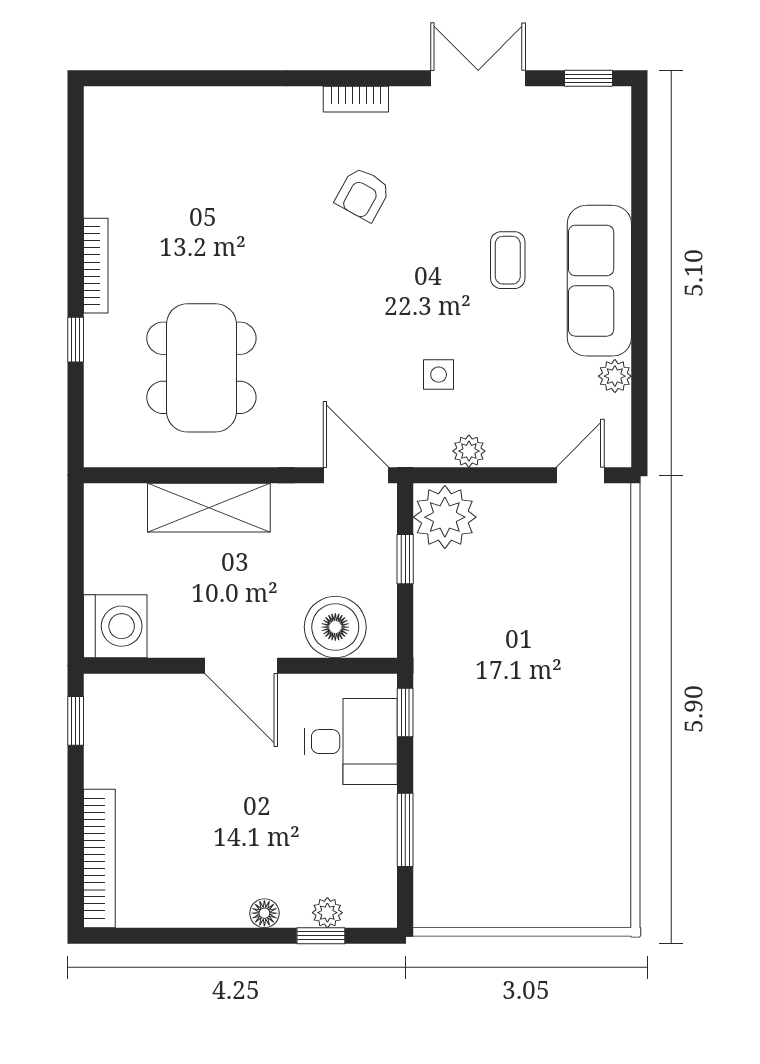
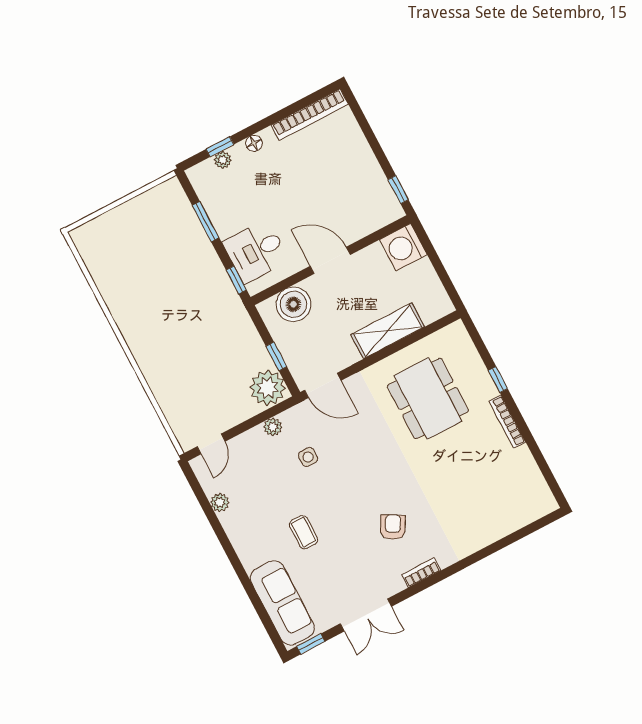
sofa: (599, 281) -> (282, 603), moved
bookcase: (99, 858) -> (310, 115), moved, turned -90

